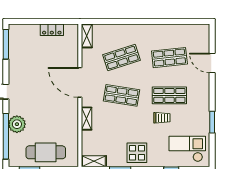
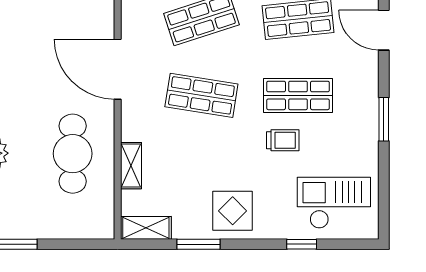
shelving: (86, 119) -> (131, 166), moved
window: (212, 122) -> (384, 119), moved
cafe table: (46, 152) -> (73, 154), moved, turned 90

